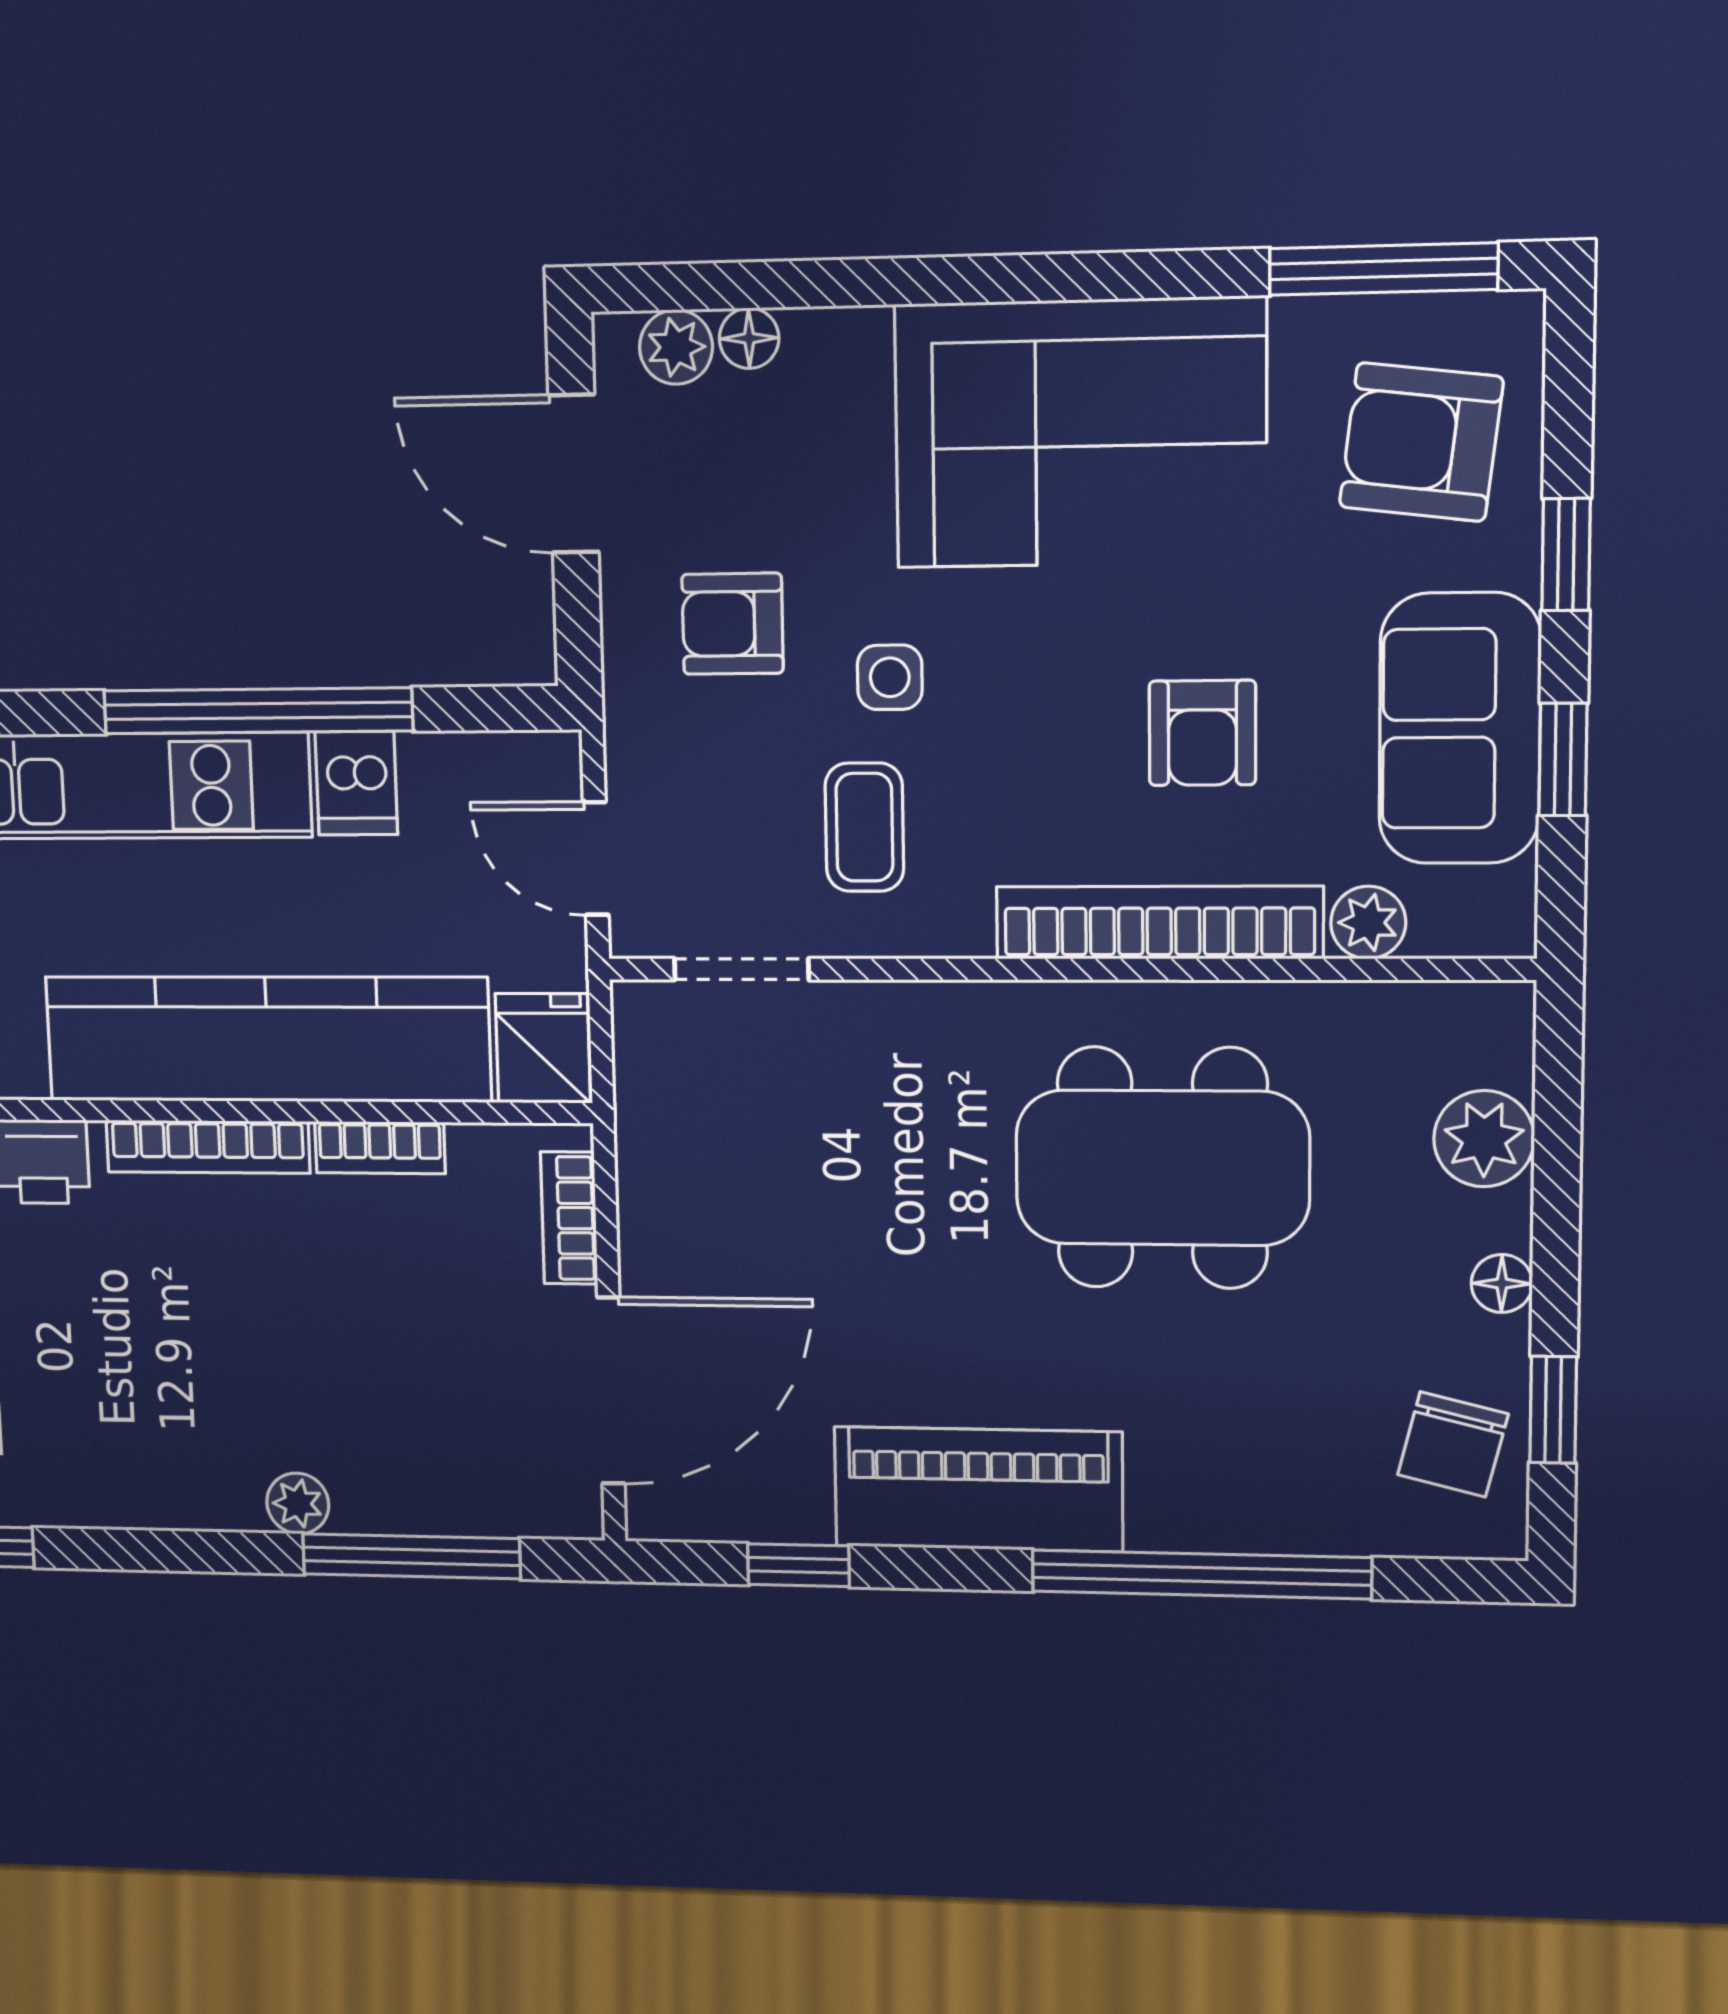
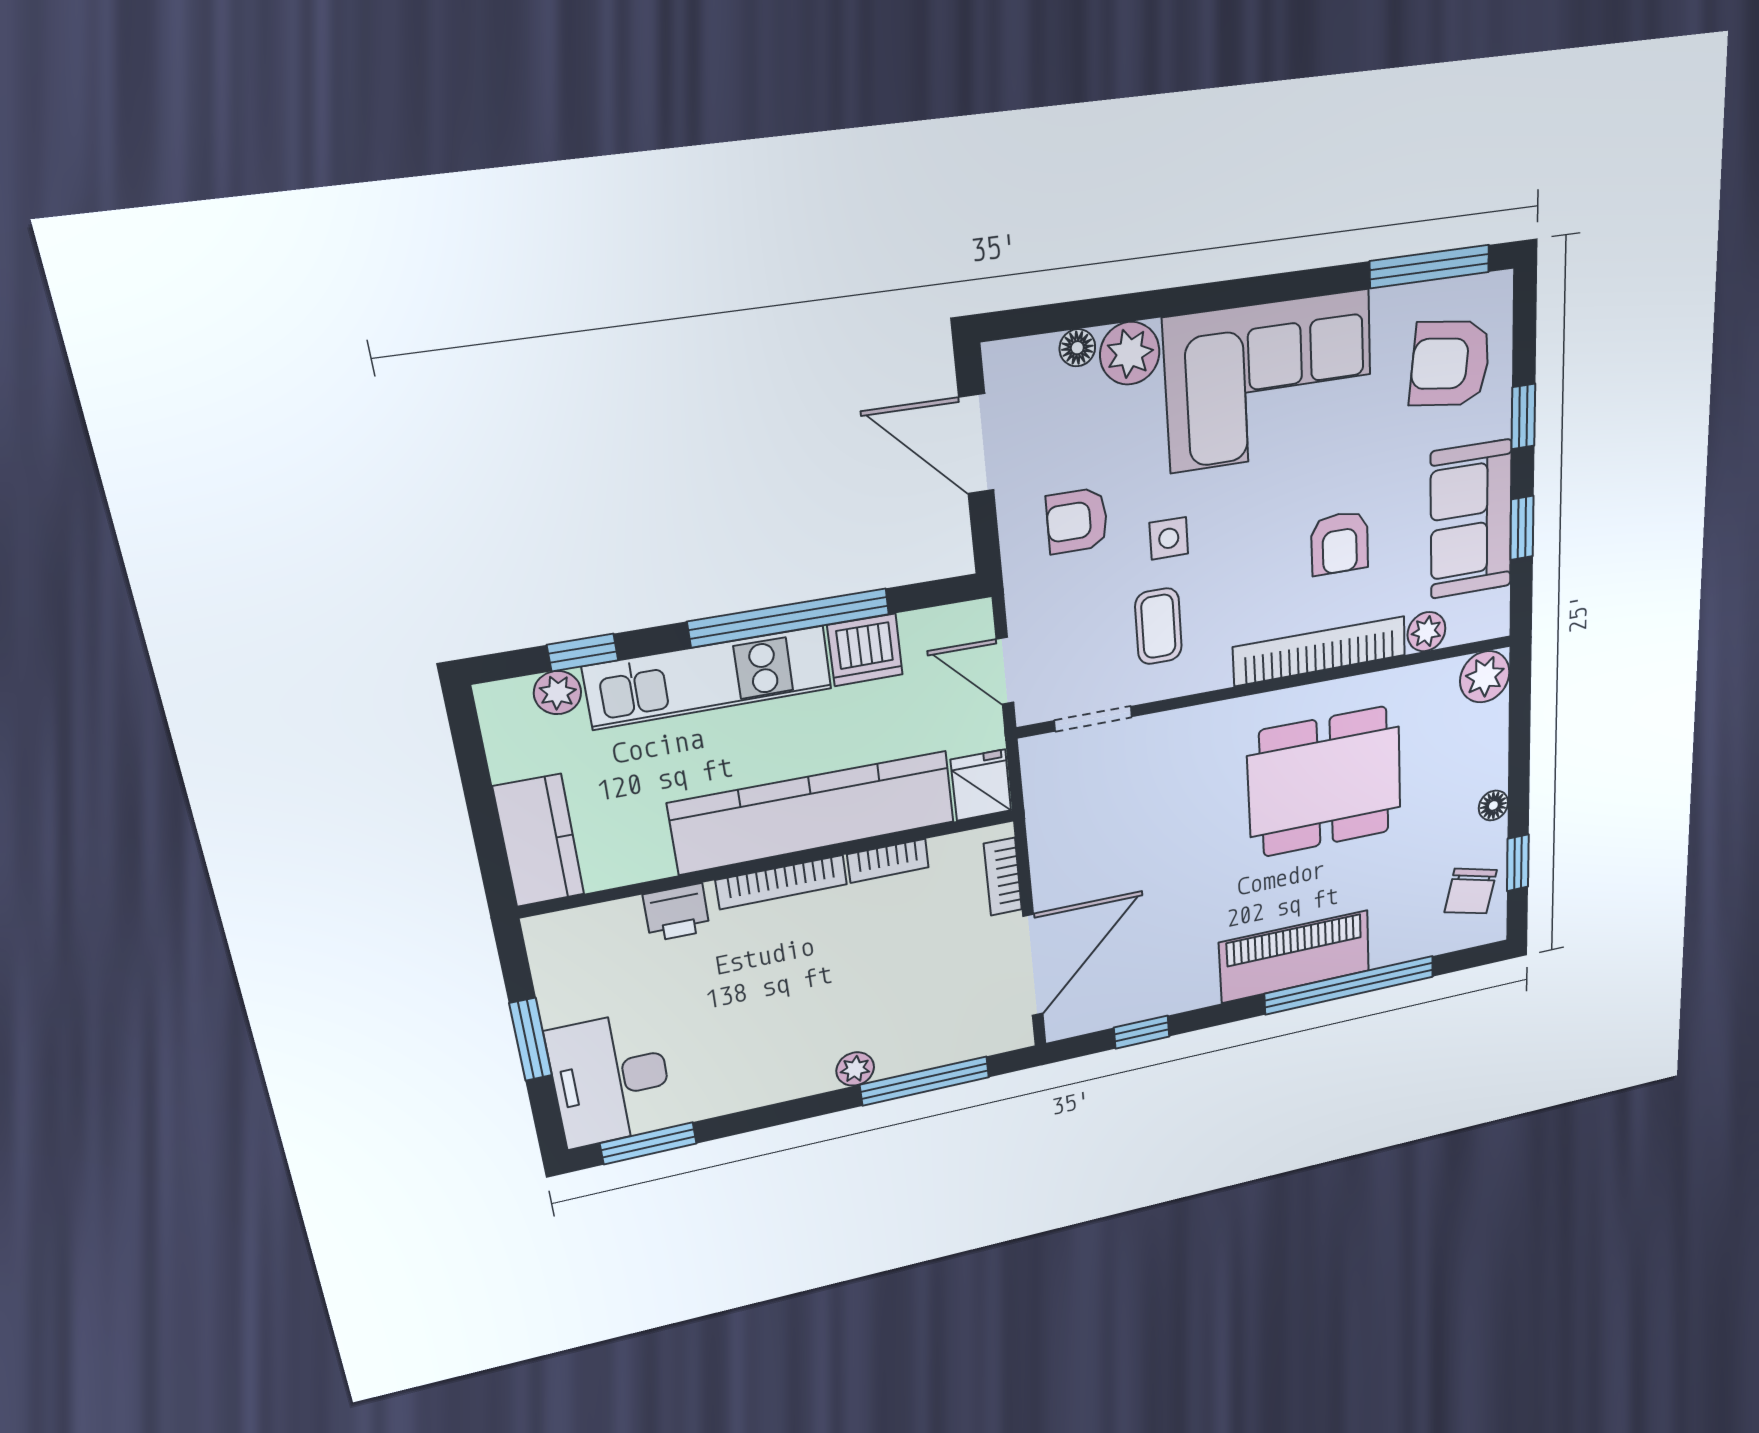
plant: (676, 347) -> (1130, 353), moved, width x1.38, depth x1.38
dishwasher: (356, 783) -> (865, 650), width x1.38
plant: (1484, 1139) -> (1485, 677), moved
piano: (978, 1489) -> (1295, 957), moved

